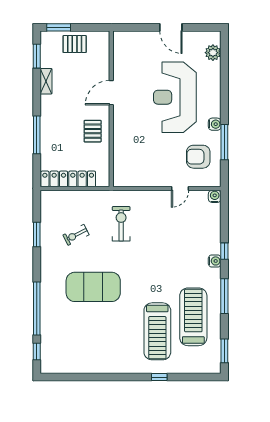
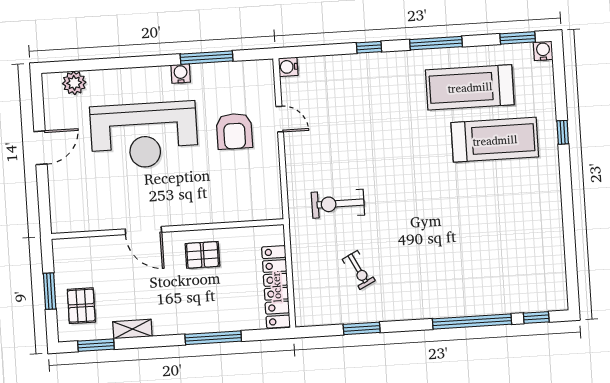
window: (59, 27) -> (50, 291), moved
pallet: (75, 44) -> (81, 306), moved
armchair: (198, 157) -> (234, 131), moved
water cooler: (215, 261) -> (543, 51), moved
exercise mat: (93, 287) -> (435, 239), removed

